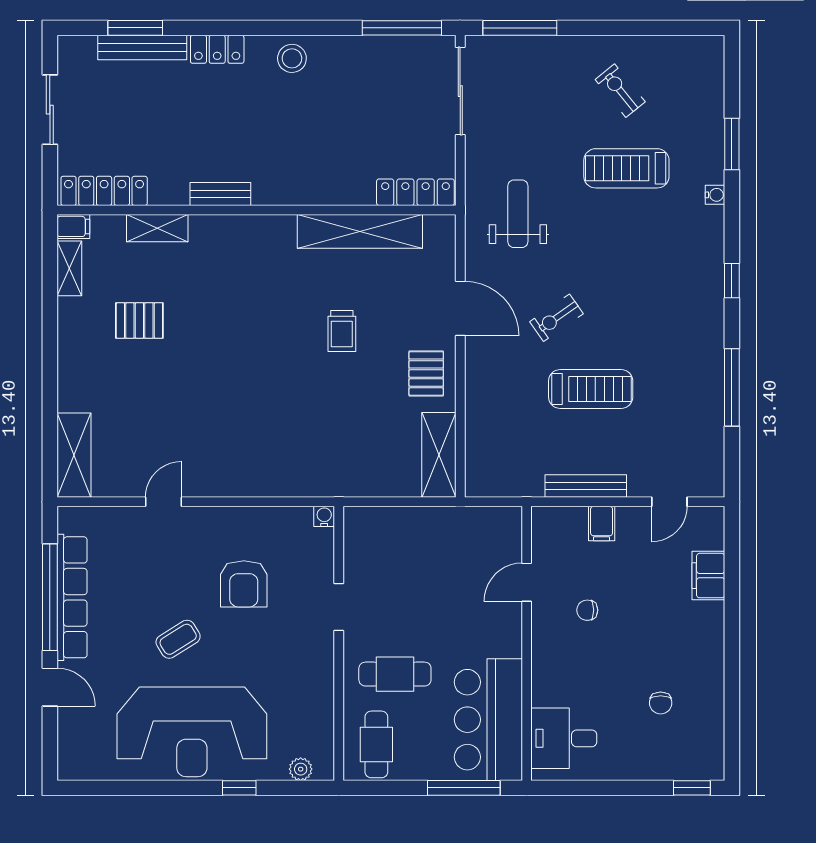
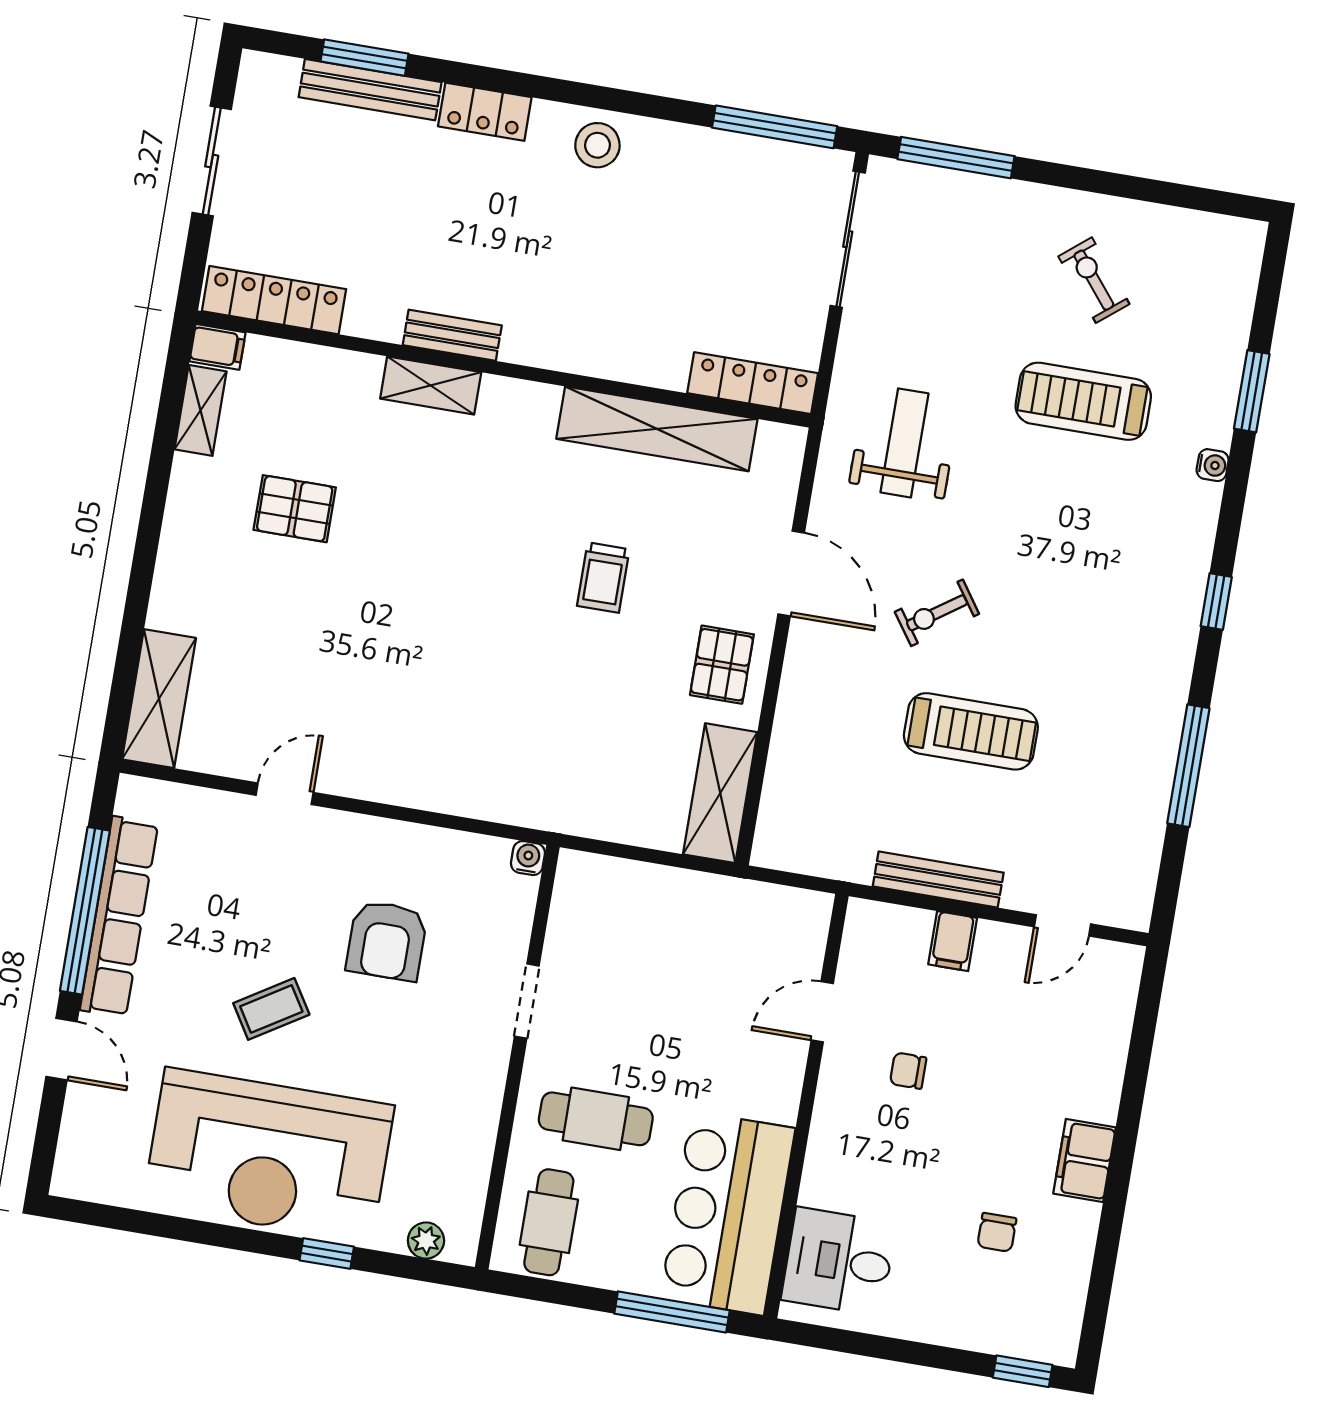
shelving: (157, 228) -> (431, 385), moved
filing cabinet: (708, 576) -> (1085, 1160), moved

